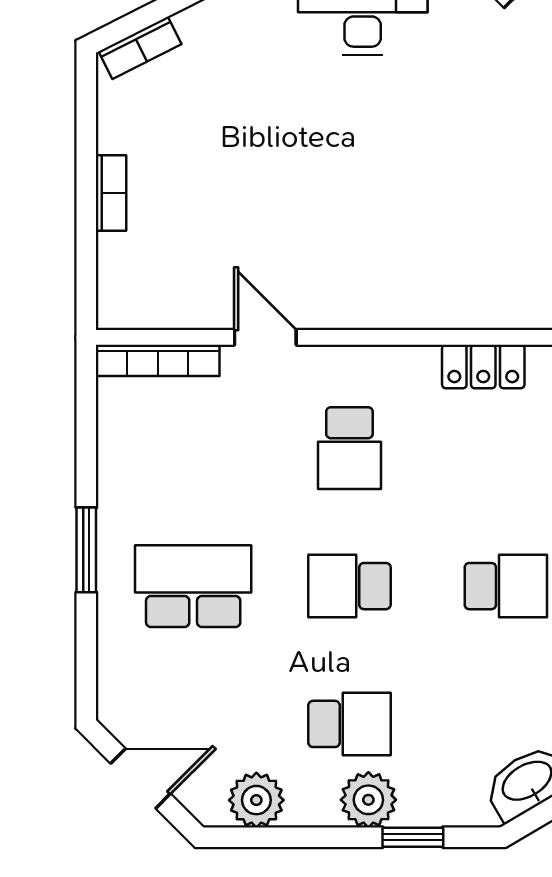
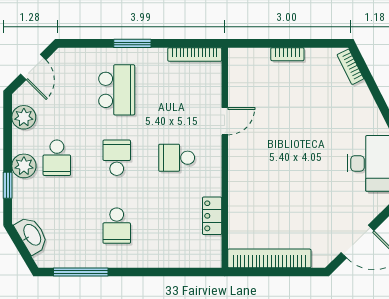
bookcase: (158, 360) -> (195, 54), moved, turned -90

